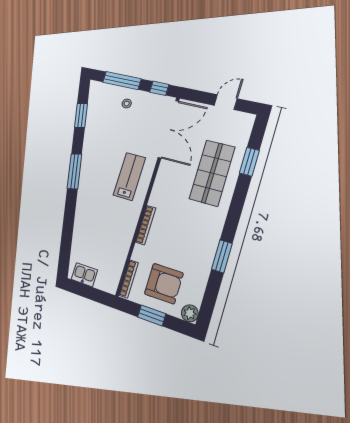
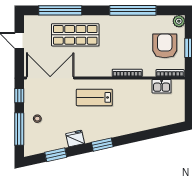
fridge: (91, 142) -> (75, 139), added
window: (249, 162) -> (60, 10), width x2.11
window: (74, 171) -> (102, 145), width x0.69
window: (222, 256) -> (133, 10), width x2.11
kitchen sink: (84, 275) -> (162, 86), moved, turned -90

